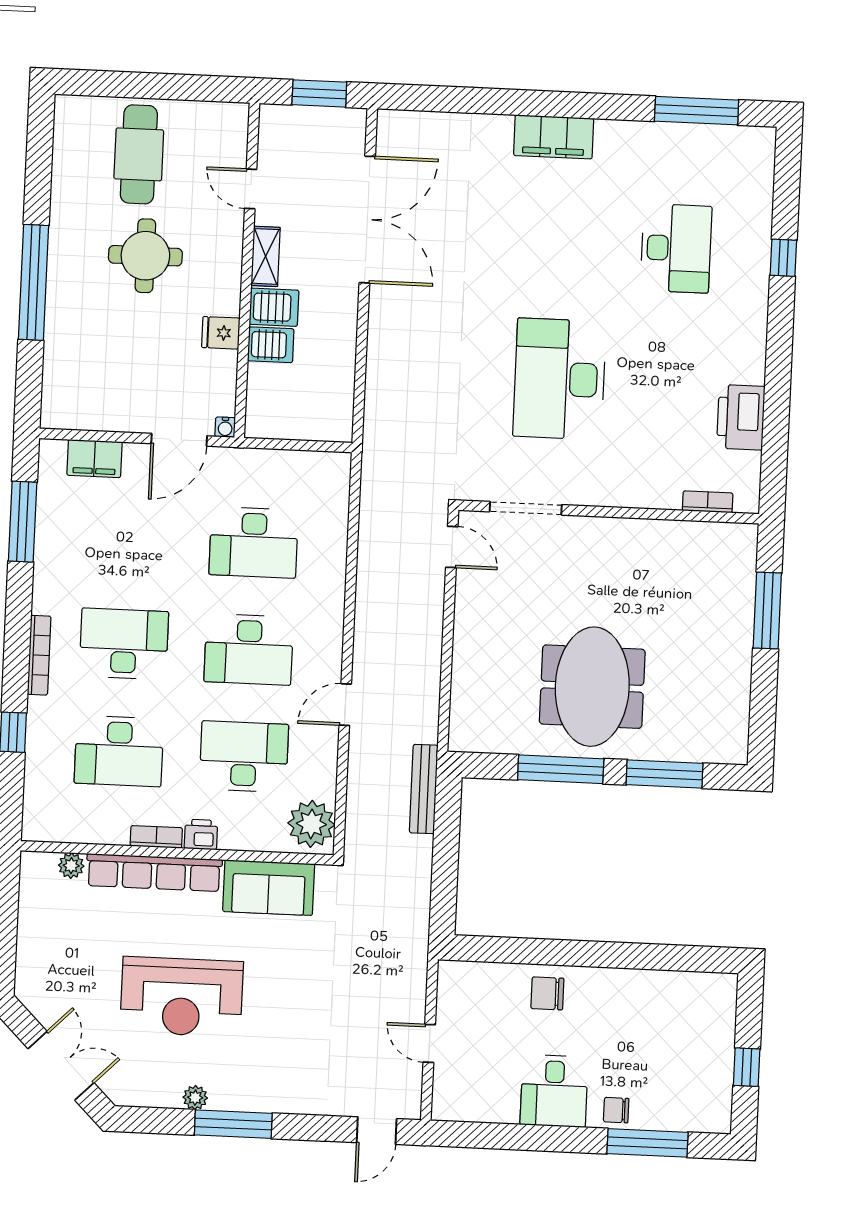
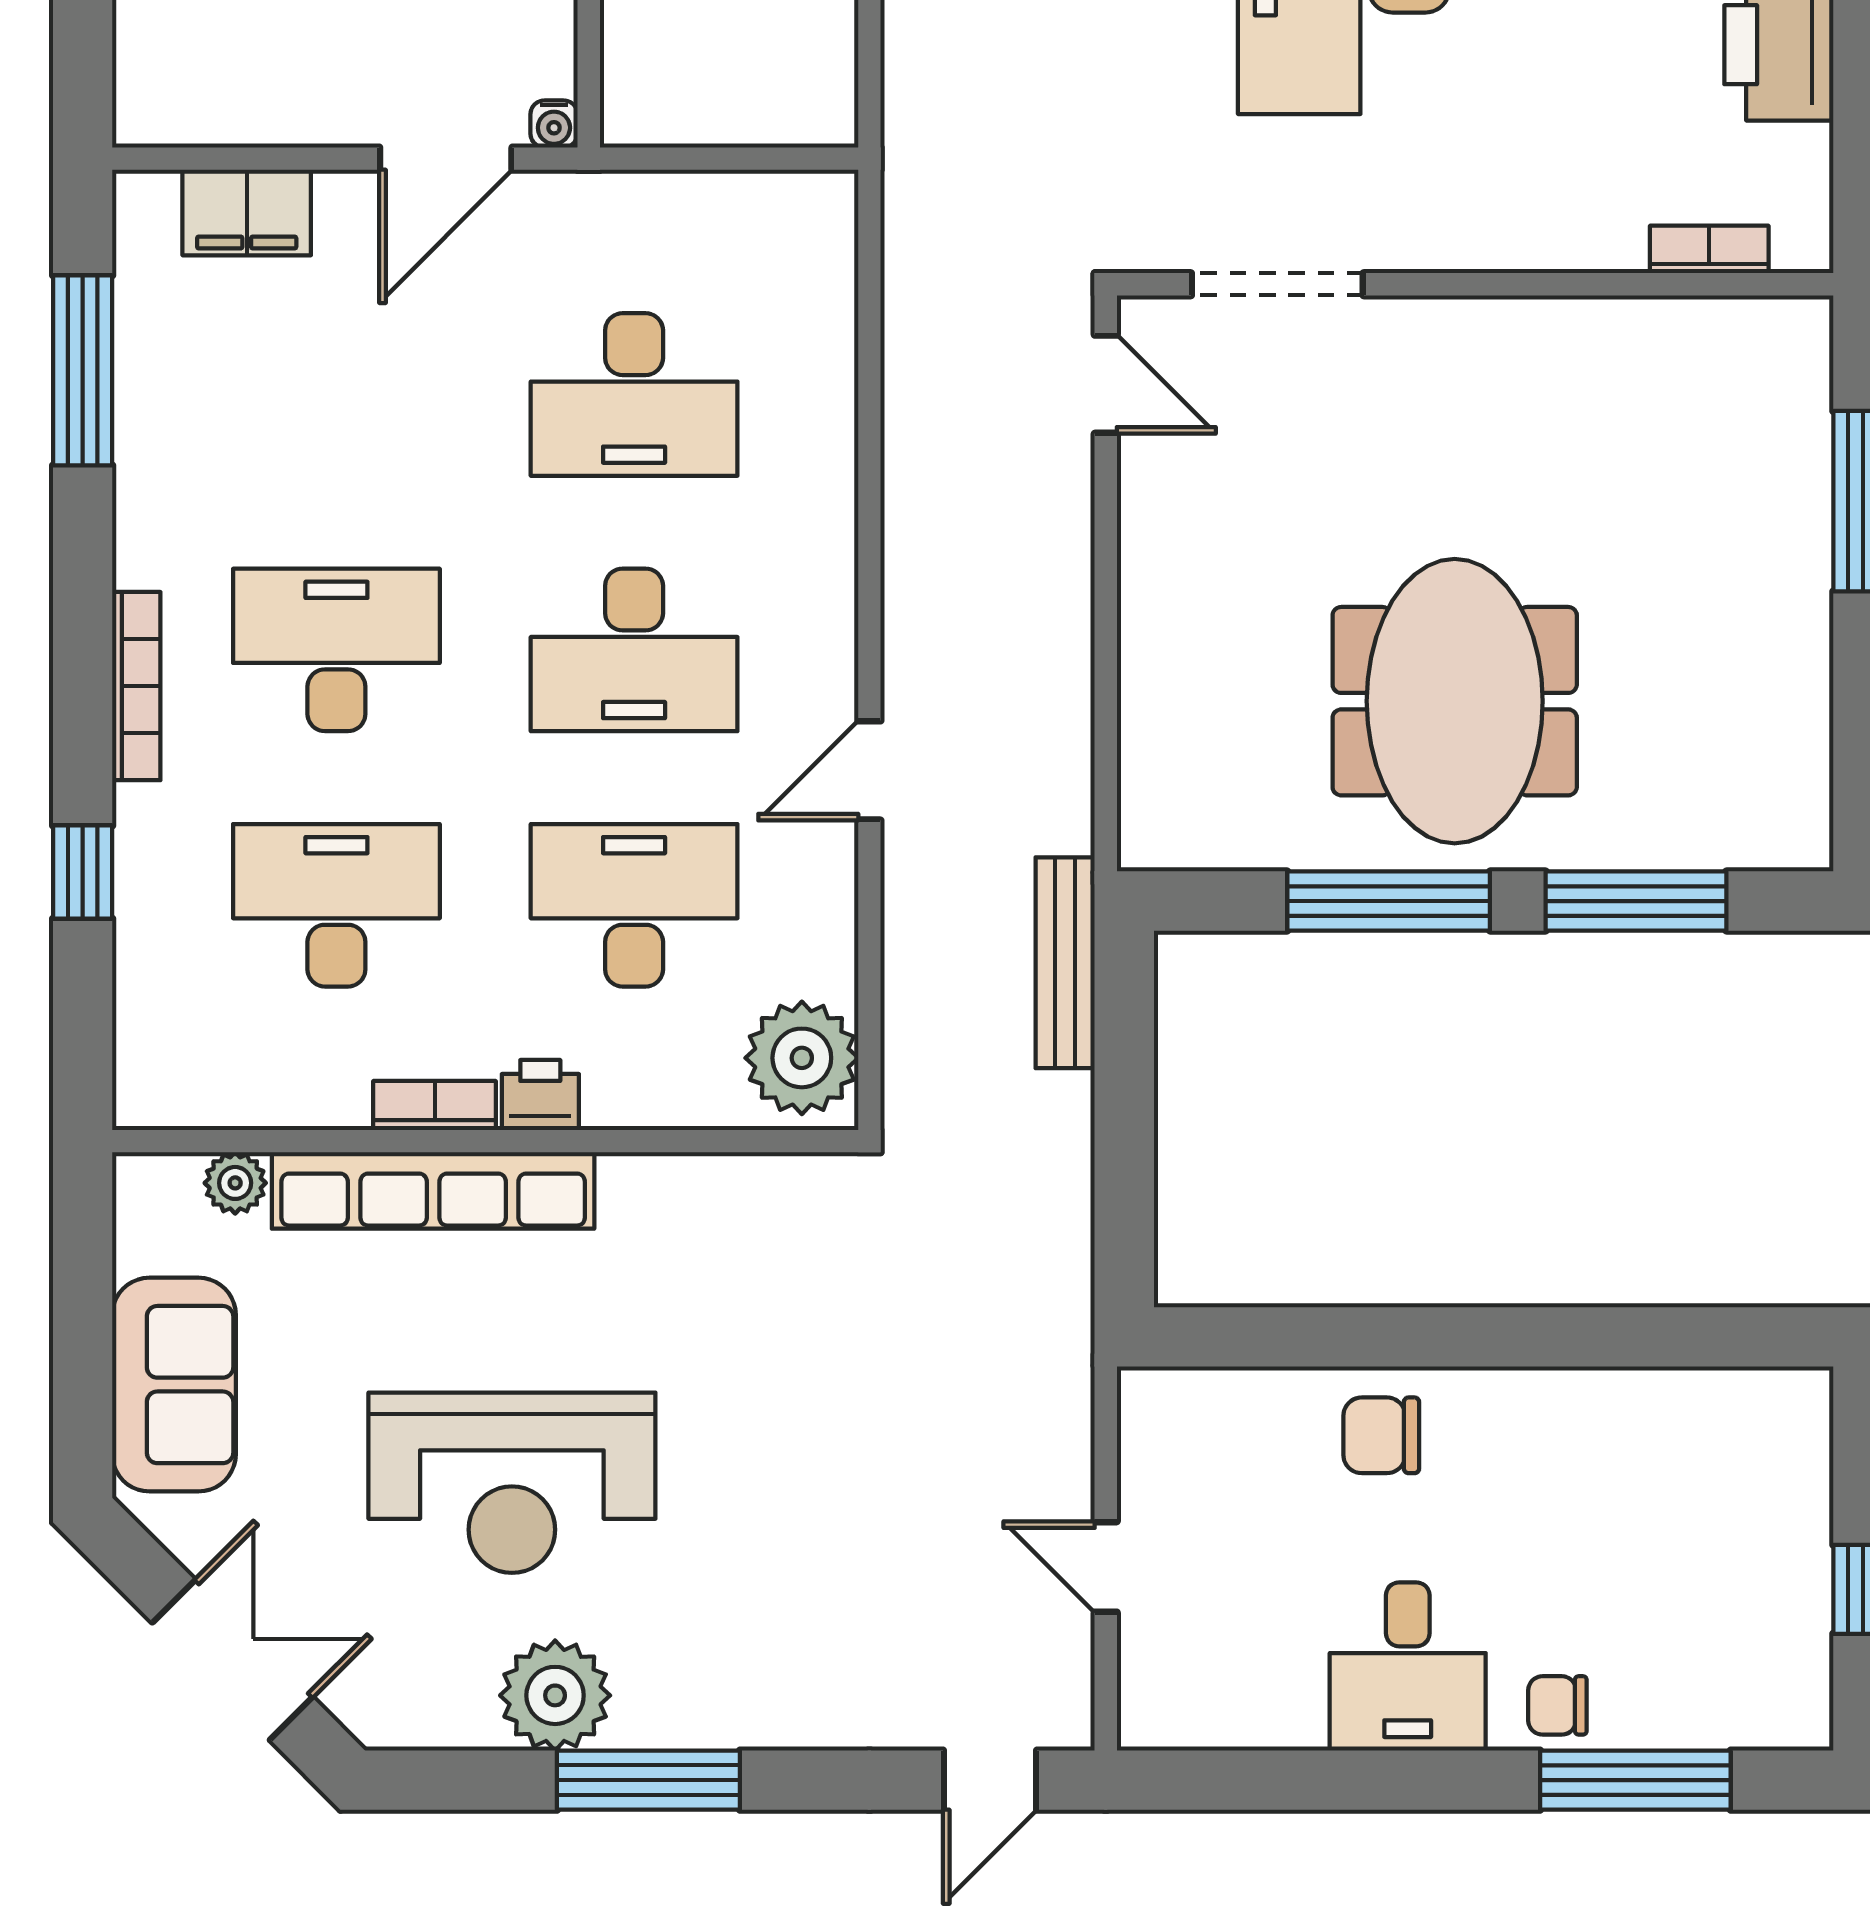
desk: (119, 751) -> (336, 905), turned 180
sofa: (269, 888) -> (174, 1385), moved, turned -90
plant: (195, 1098) -> (555, 1695), width x1.88, depth x1.88

